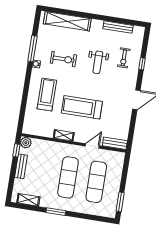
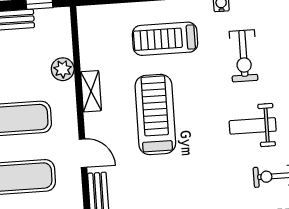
treadmill: (47, 94) -> (165, 39), turned 180
plant: (26, 143) -> (63, 69), moved

